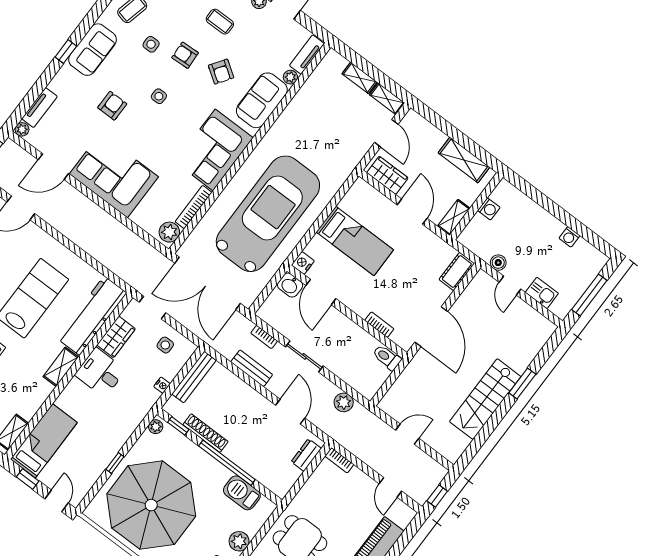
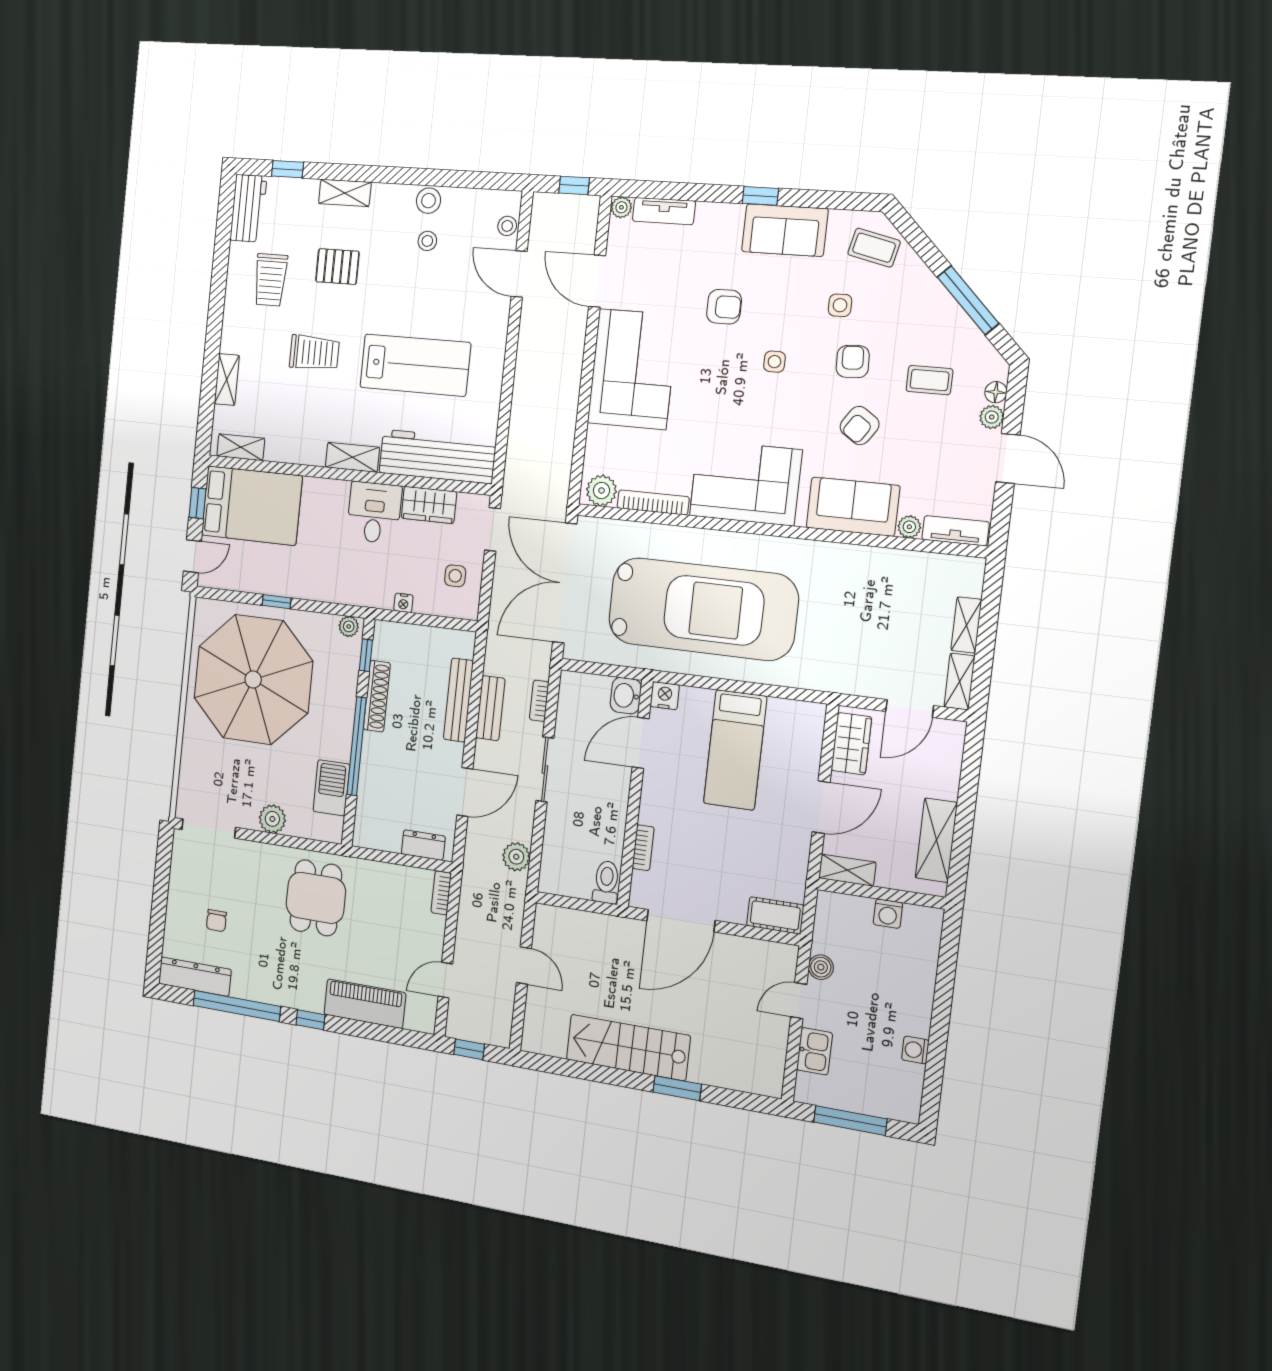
coffee table: (220, 22) -> (929, 380), turned 90
bench: (194, 377) -> (458, 700), moved, turned 90
bed: (44, 441) -> (252, 506), width x1.50

